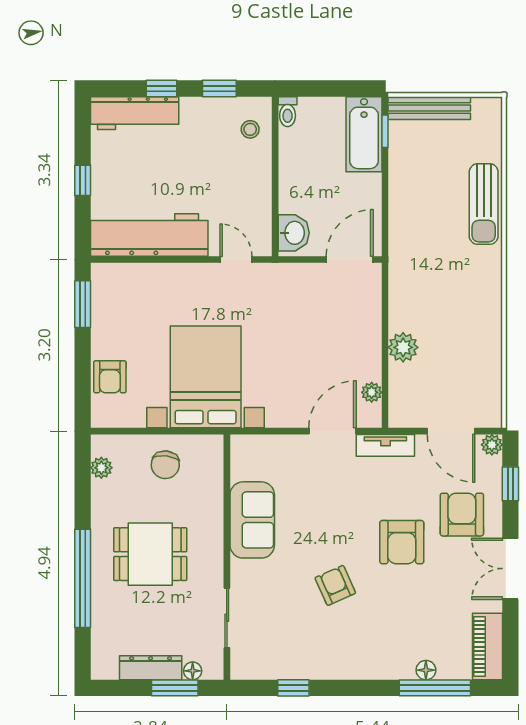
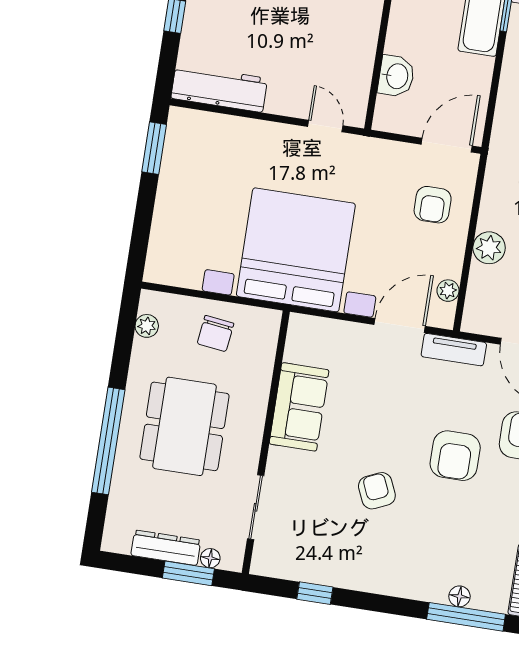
washbasin: (294, 233) -> (396, 76), moved
workbench: (149, 235) -> (219, 88), width x0.73, depth x0.76
armchair: (110, 377) -> (433, 205), moved
bed with nightstands: (206, 377) -> (296, 250), width x1.36
dining table: (150, 554) -> (184, 426), width x1.38

